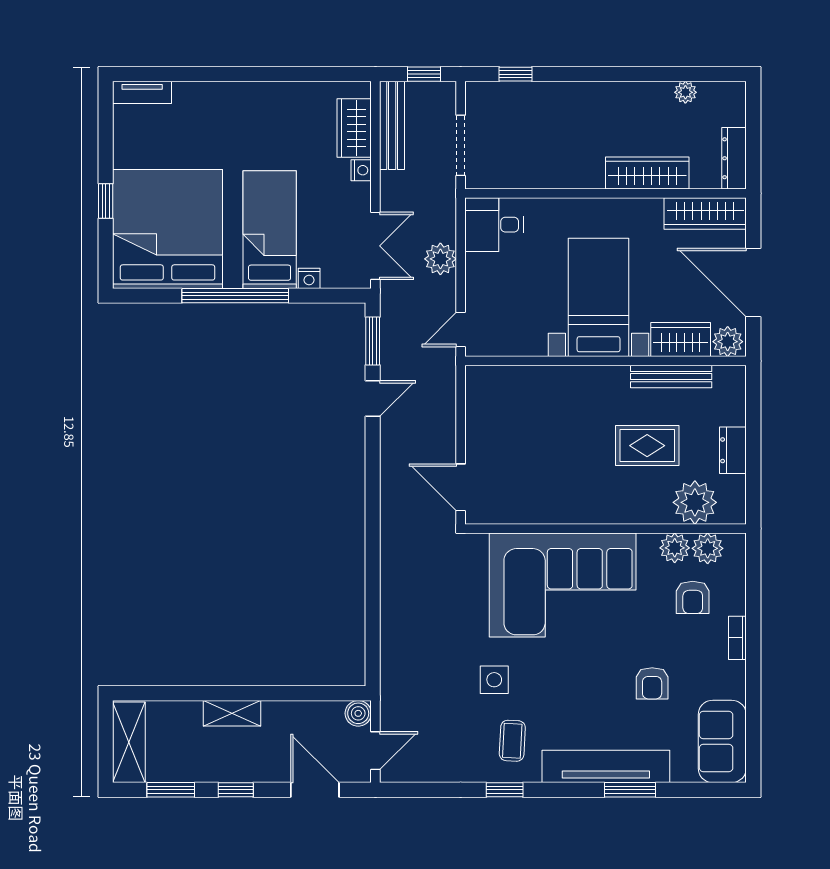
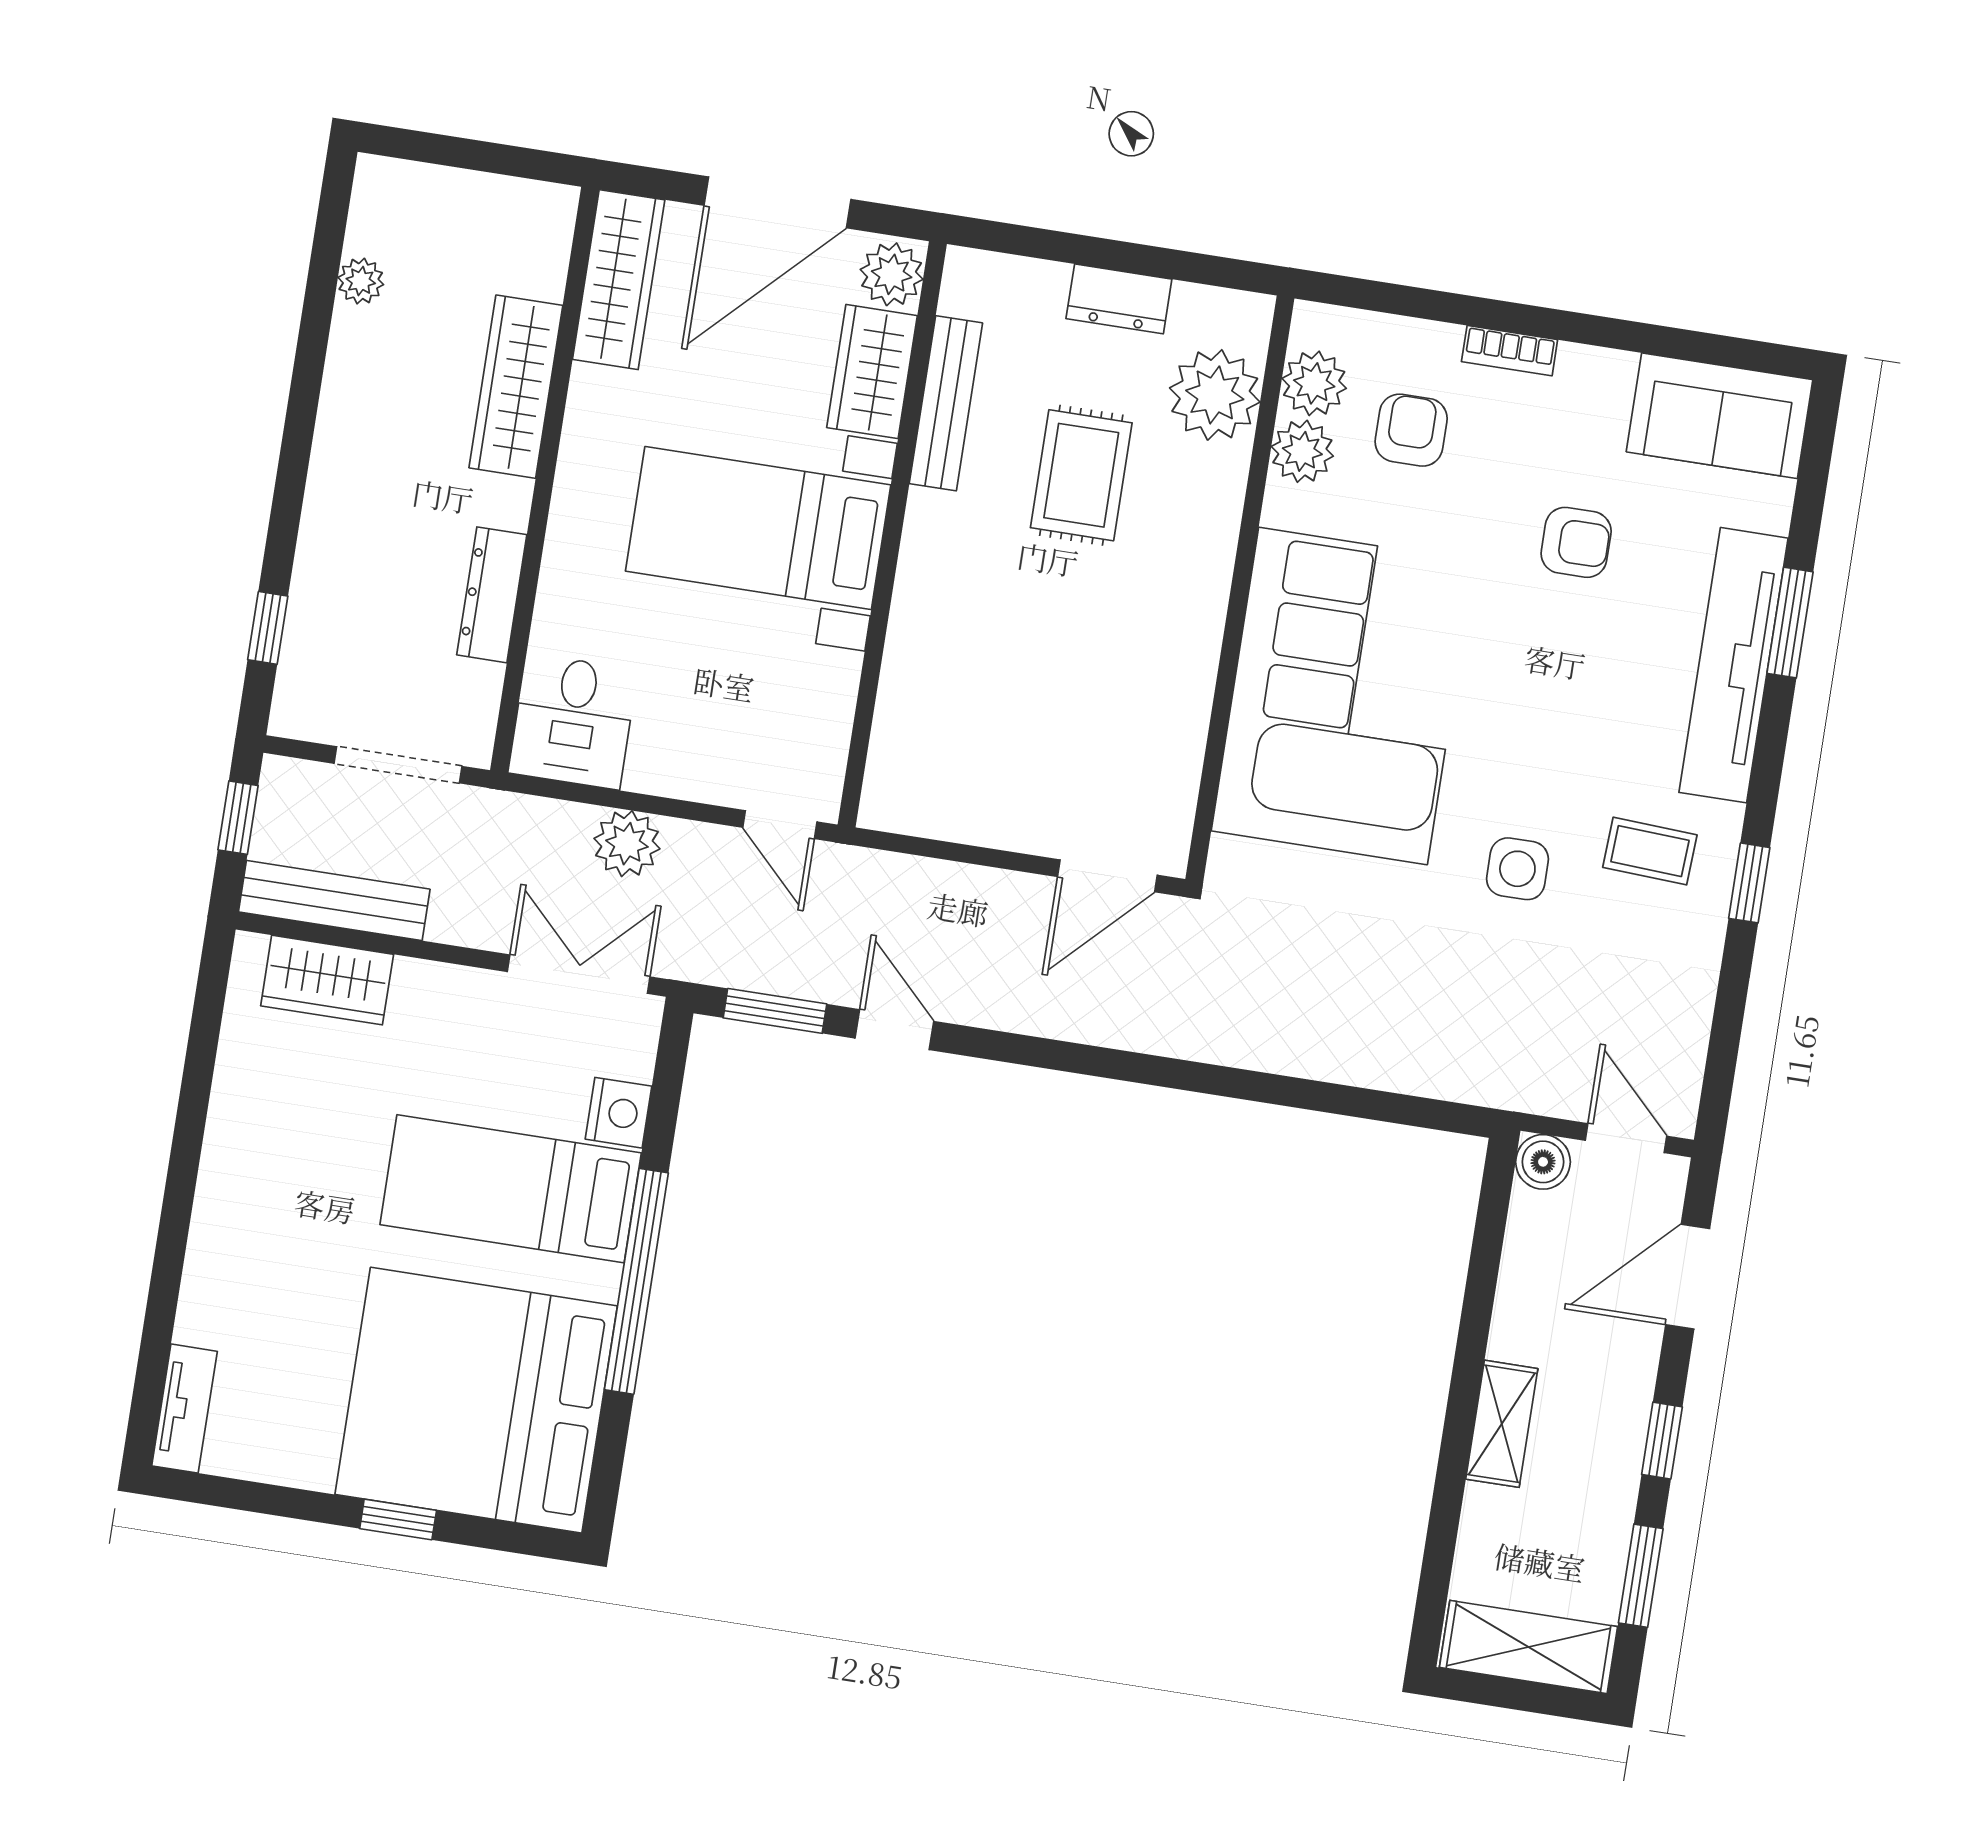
dresser: (734, 158) -> (492, 595), moved, turned 90
nightstand: (361, 170) -> (417, 979), removed
nightstand: (309, 278) -> (619, 1113), width x1.39, depth x1.35
armchair: (693, 597) -> (1411, 430), turned -90

